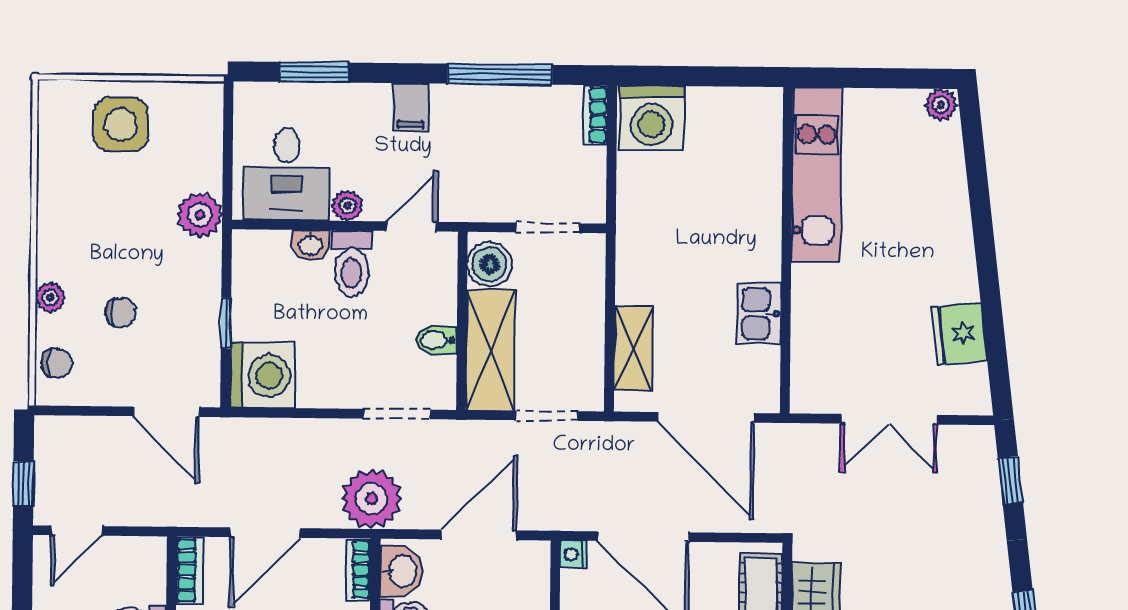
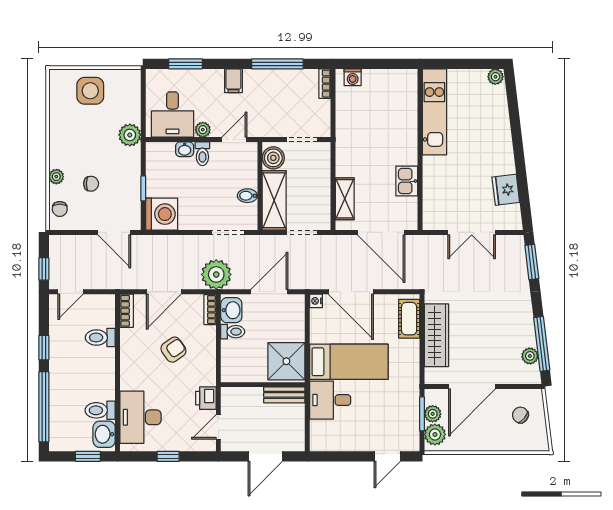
washing machine: (652, 118) -> (353, 77), width x0.53, depth x0.53
toilet: (352, 264) -> (202, 154), width x0.73, depth x0.72
chair: (57, 363) -> (60, 209), turned 91
window: (1010, 480) -> (532, 262), width x1.50

